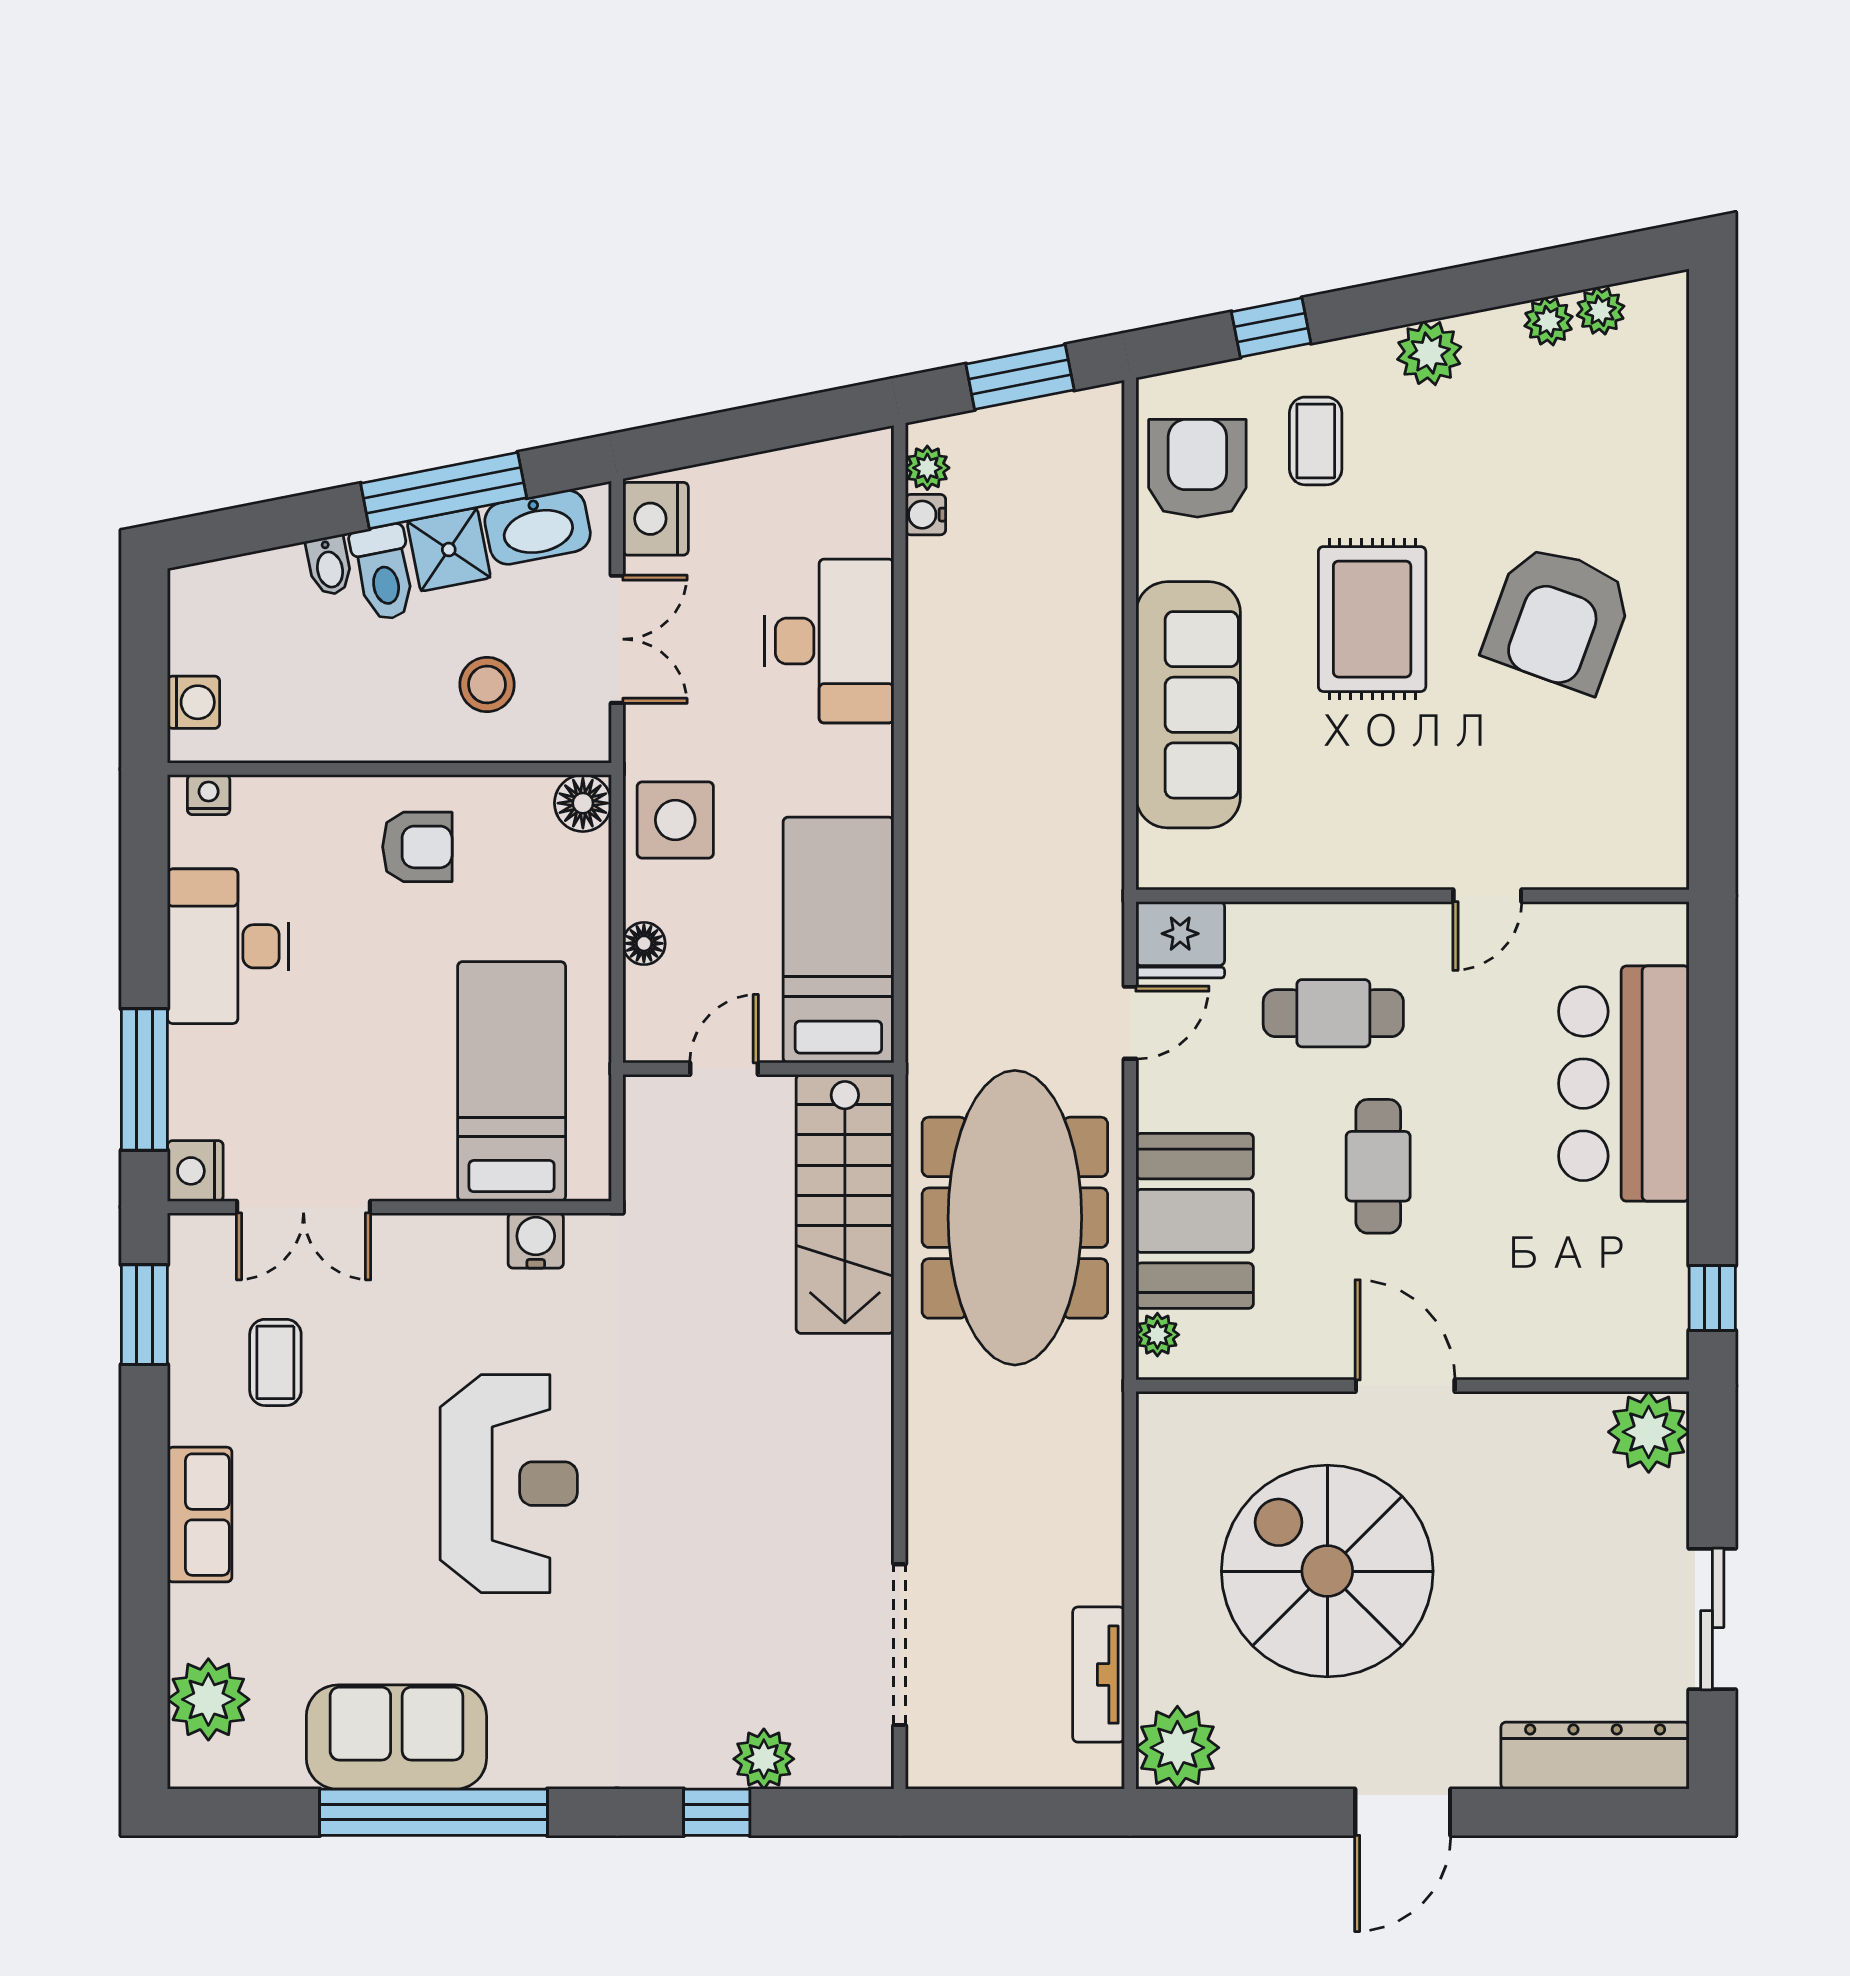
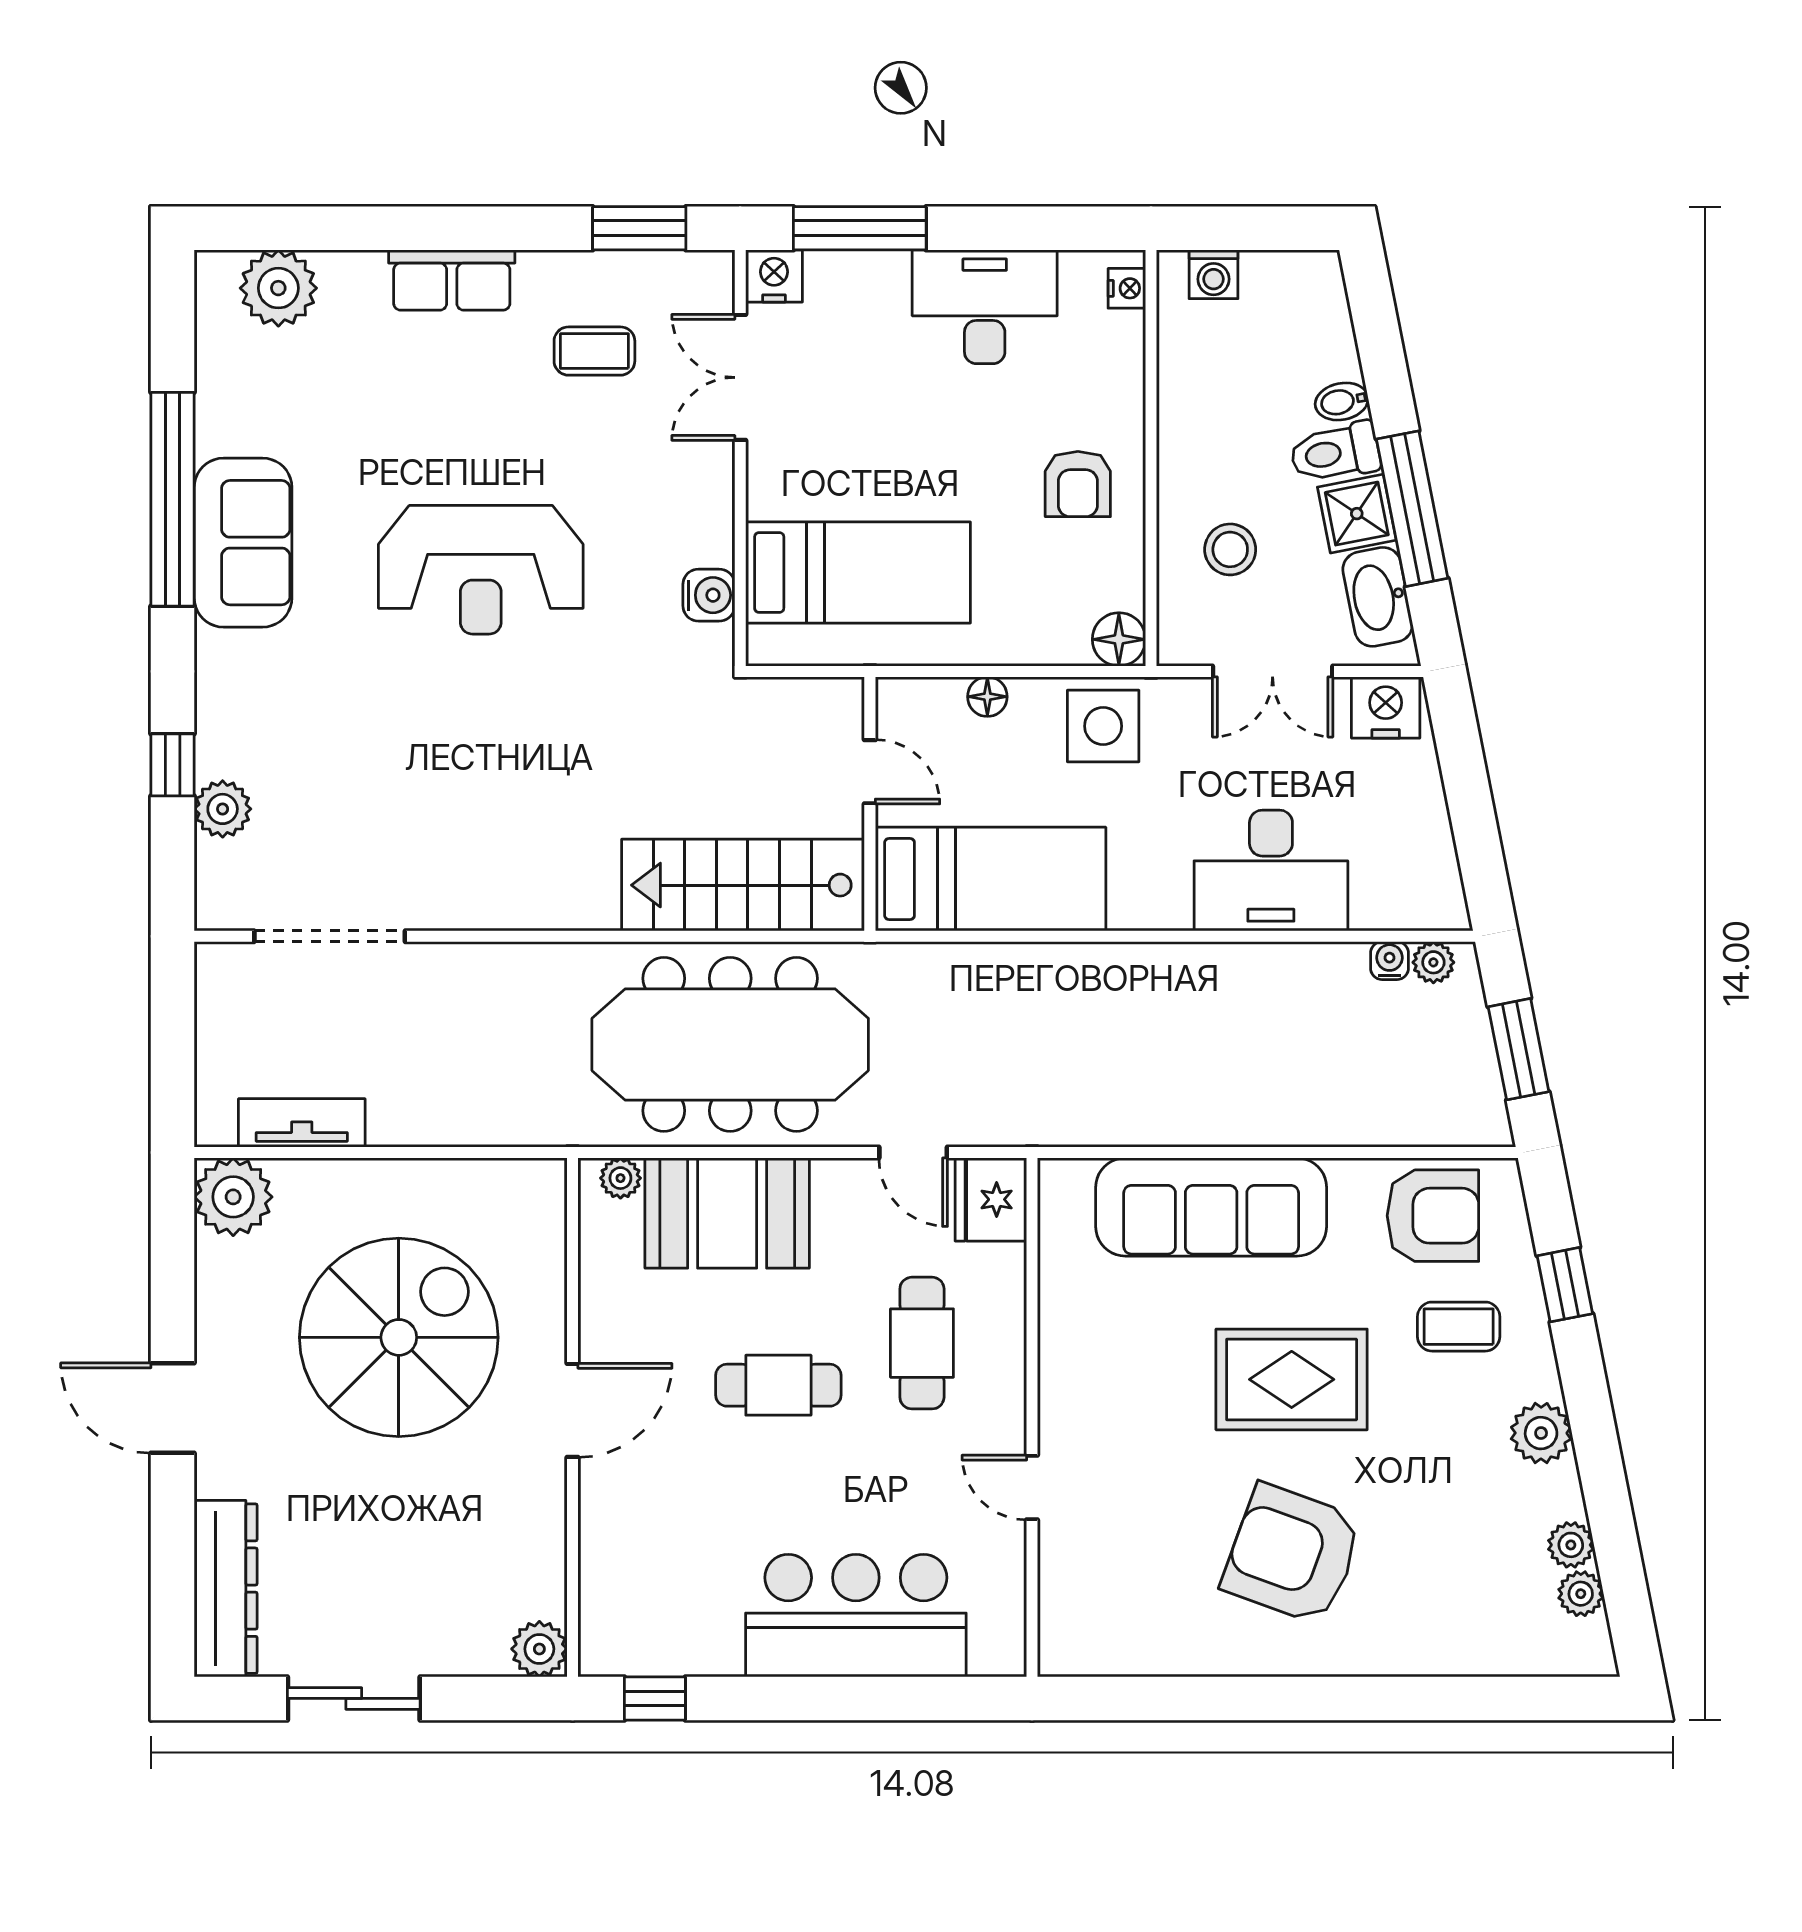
plant: (1649, 1432) -> (539, 1649), width x0.73, depth x0.73
sofa: (396, 1737) -> (243, 543), moved

